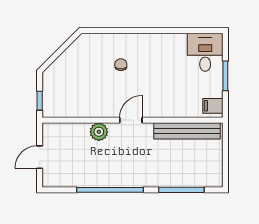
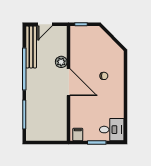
door: (131, 120) -> (69, 82), width x1.87
bench: (187, 131) -> (31, 47), moved
door: (40, 157) -> (45, 24), swing flipped

